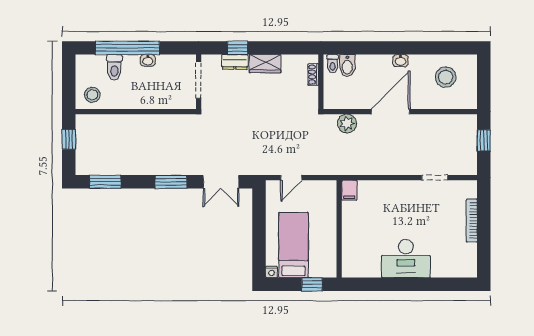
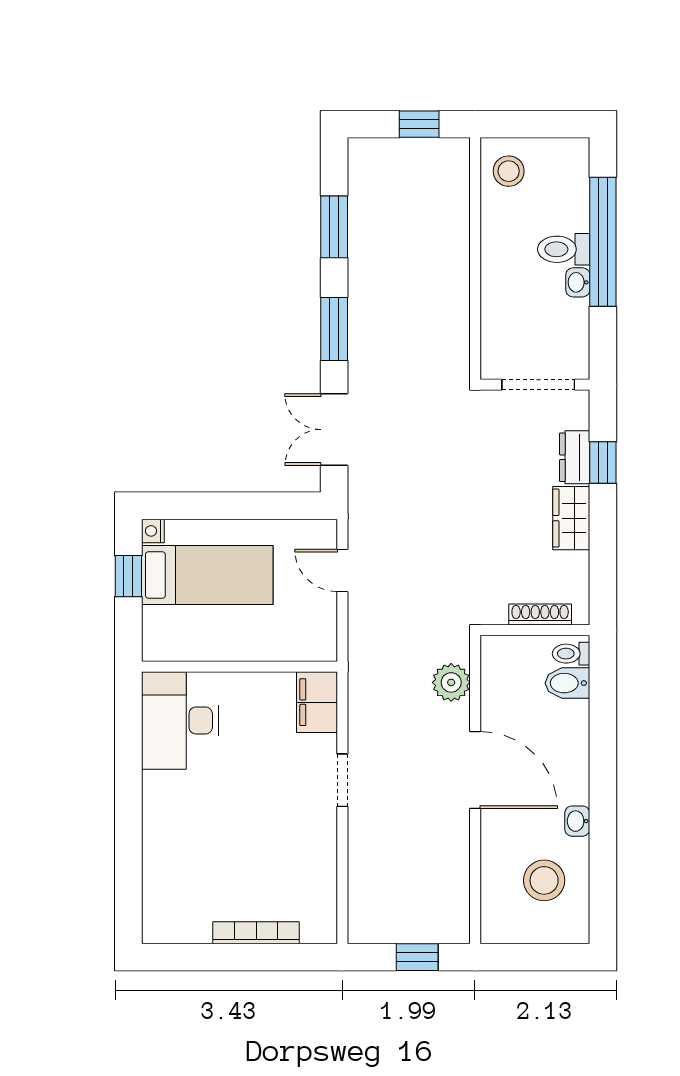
washbasin: (401, 61) -> (577, 821), moved
toilet: (114, 67) -> (564, 249), moved
shoe rack: (313, 75) -> (540, 615), width x1.43
doorway: (435, 178) -> (342, 780), moved
window: (105, 182) -> (334, 227), moved
filing cabinet: (349, 190) -> (317, 702), width x2.00
desk: (406, 259) -> (180, 721), moved
window: (312, 284) -> (128, 576), moved

